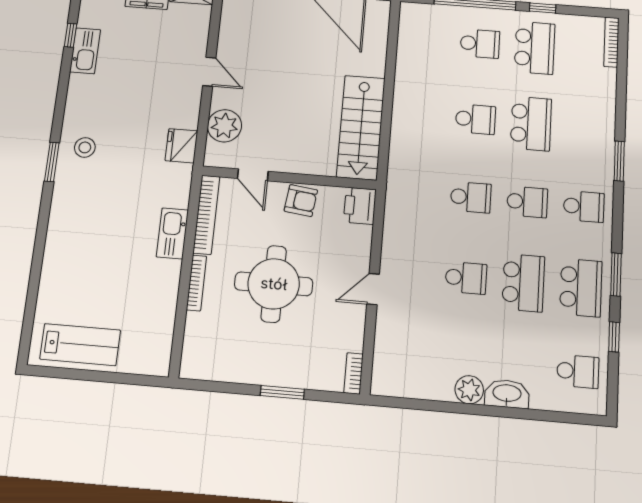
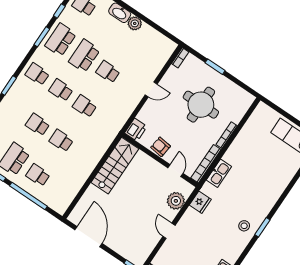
school desk: (531, 124) -> (38, 125), width x0.54
kitchen sink: (172, 233) -> (219, 173), moved
round table: (274, 284) -> (201, 105), moved

